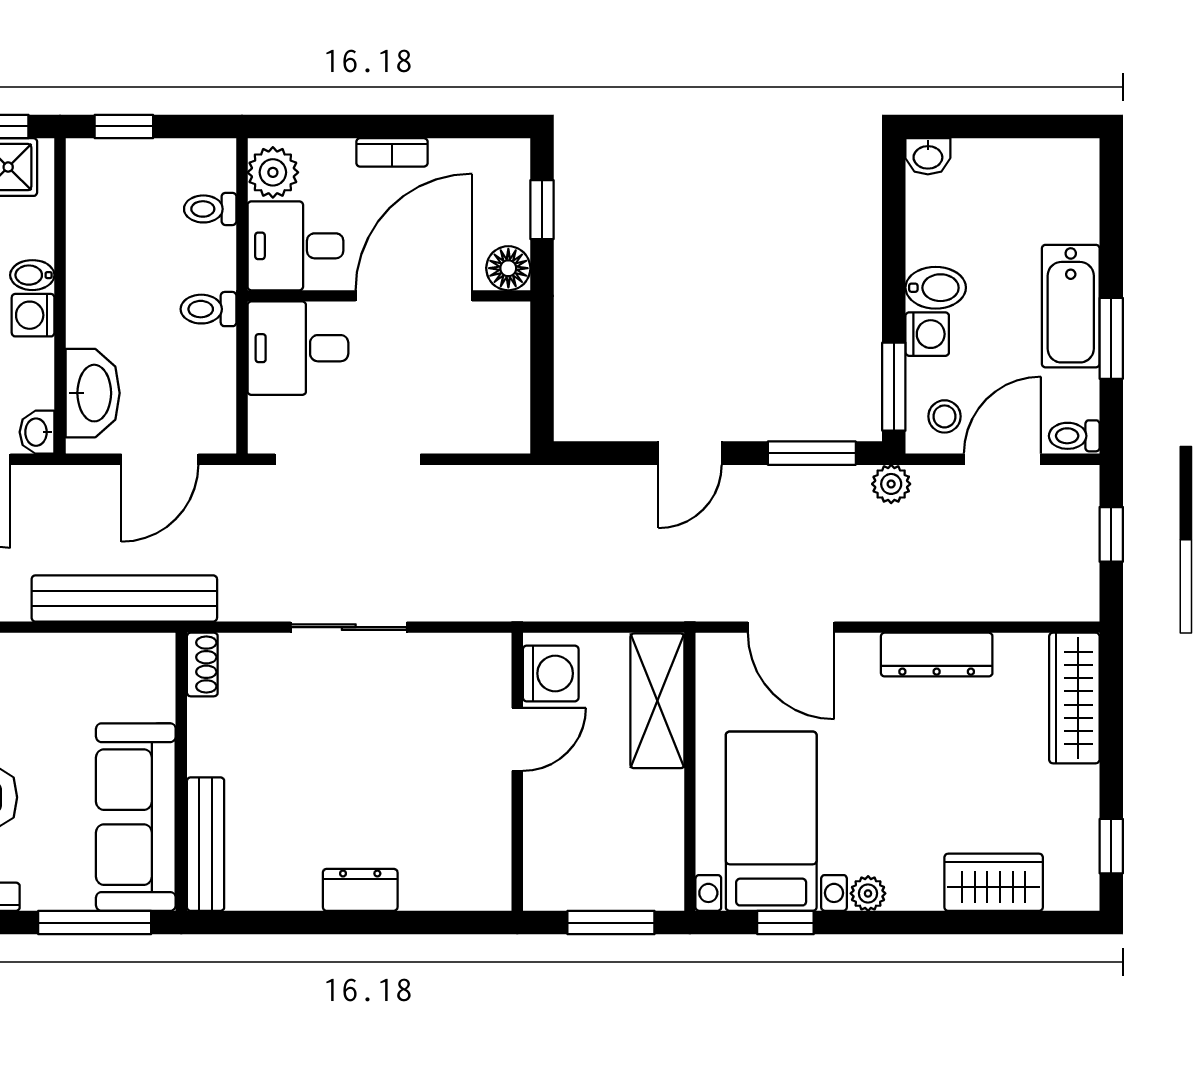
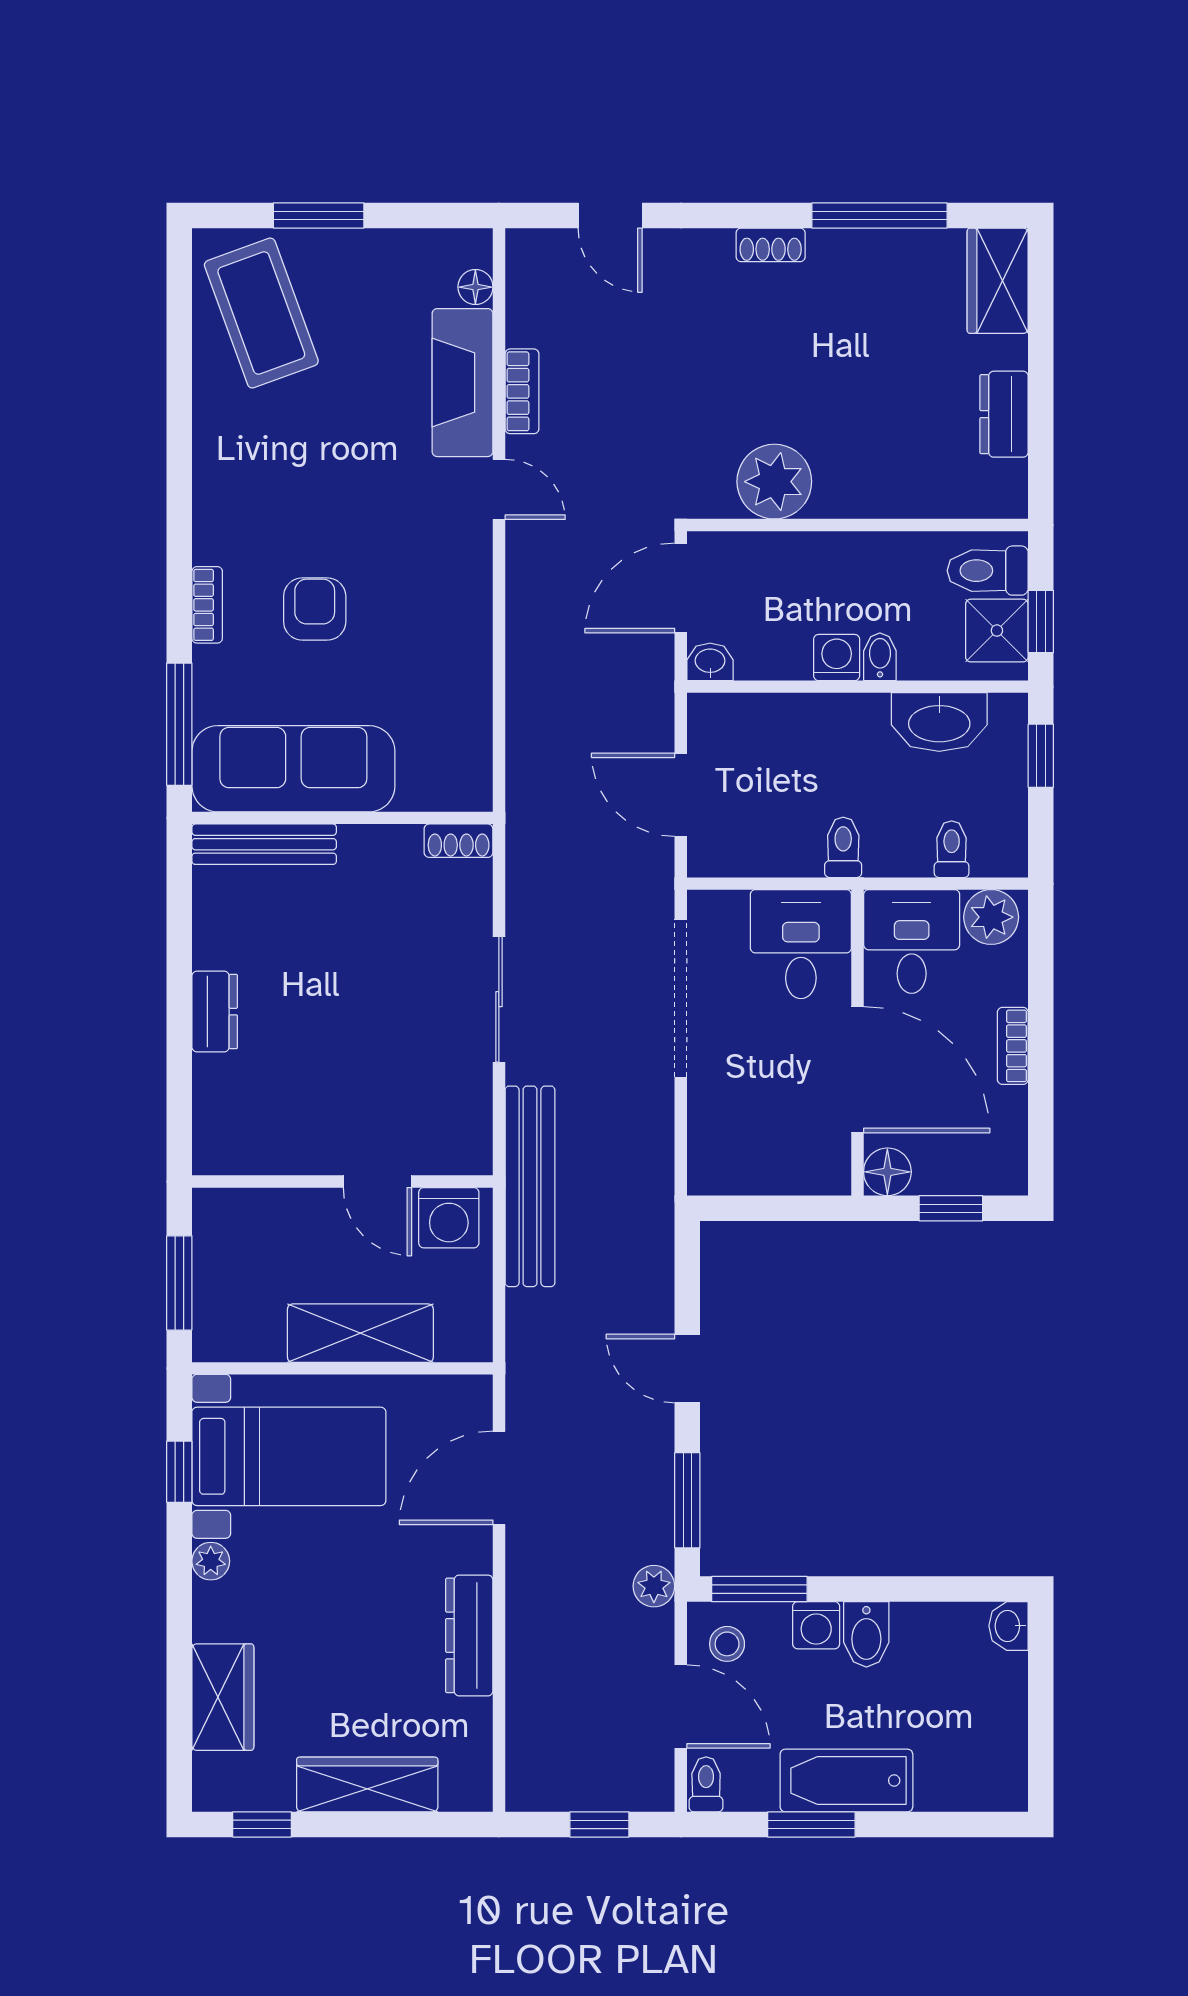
washbasin: (93, 393) -> (939, 722), moved
bench: (124, 598) -> (530, 1186), moved
wardrobe: (1074, 698) -> (367, 1784), moved
shelving: (657, 701) -> (360, 1333), moved

